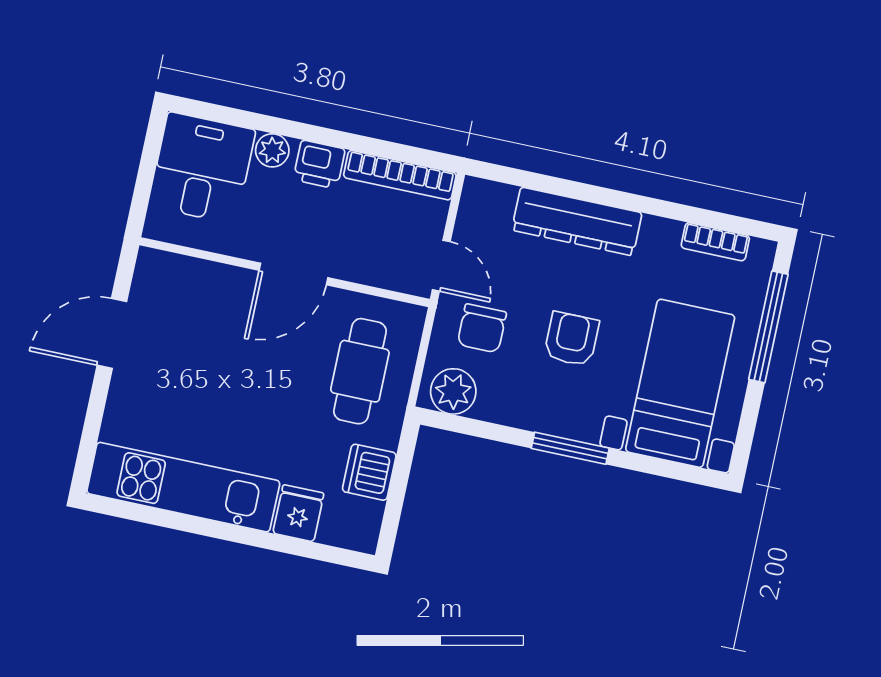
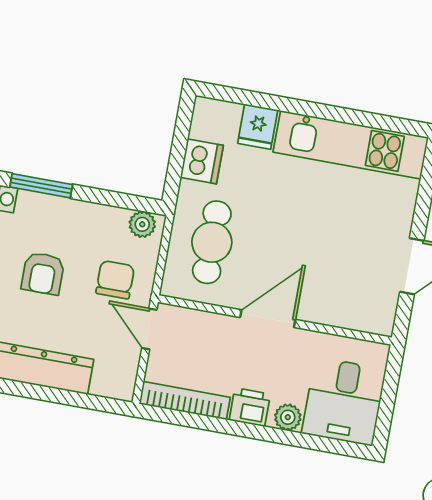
plant: (453, 391) -> (142, 224), width x0.73, depth x0.73

